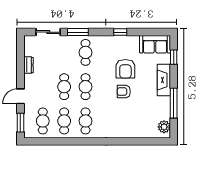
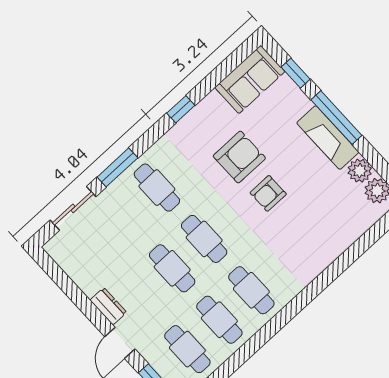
dresser: (28, 65) -> (108, 306), moved
armchair: (125, 69) -> (239, 157), turned -90
fireplace: (164, 80) -> (328, 138), moved
window: (174, 103) -> (336, 118), moved
plant: (164, 114) -> (360, 171), added

